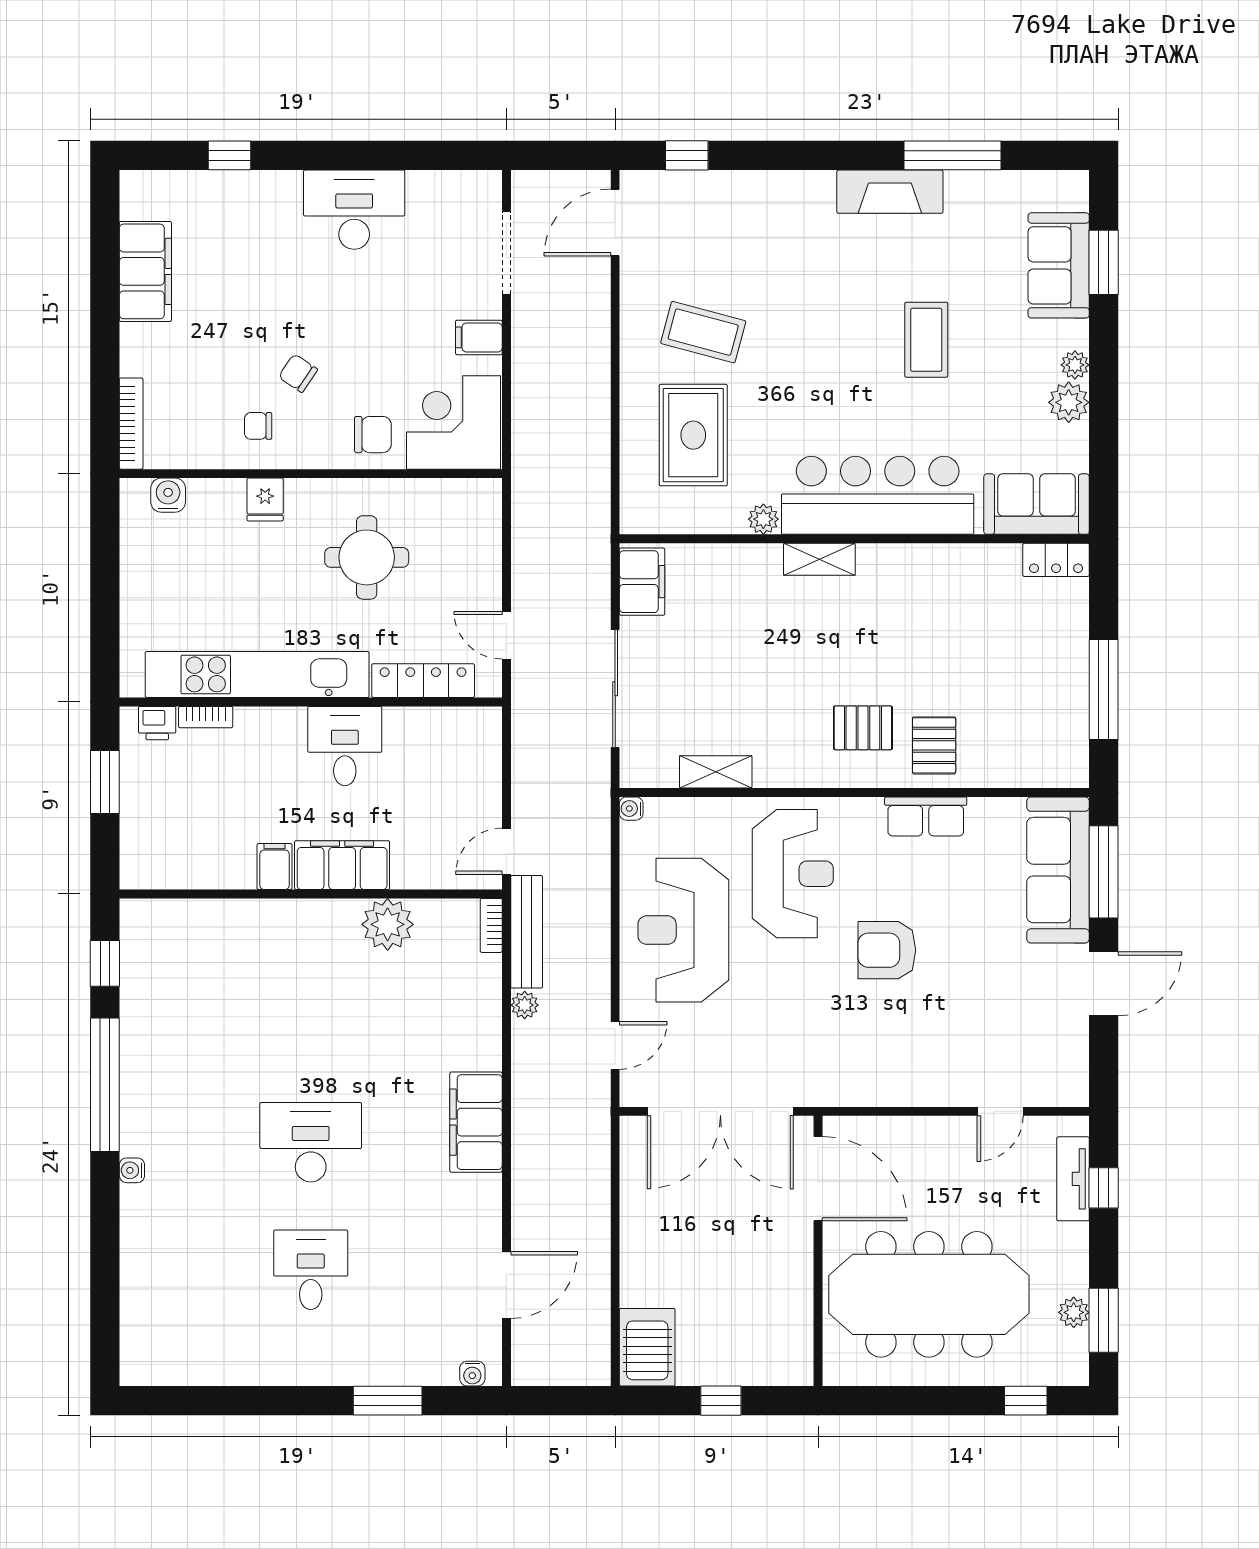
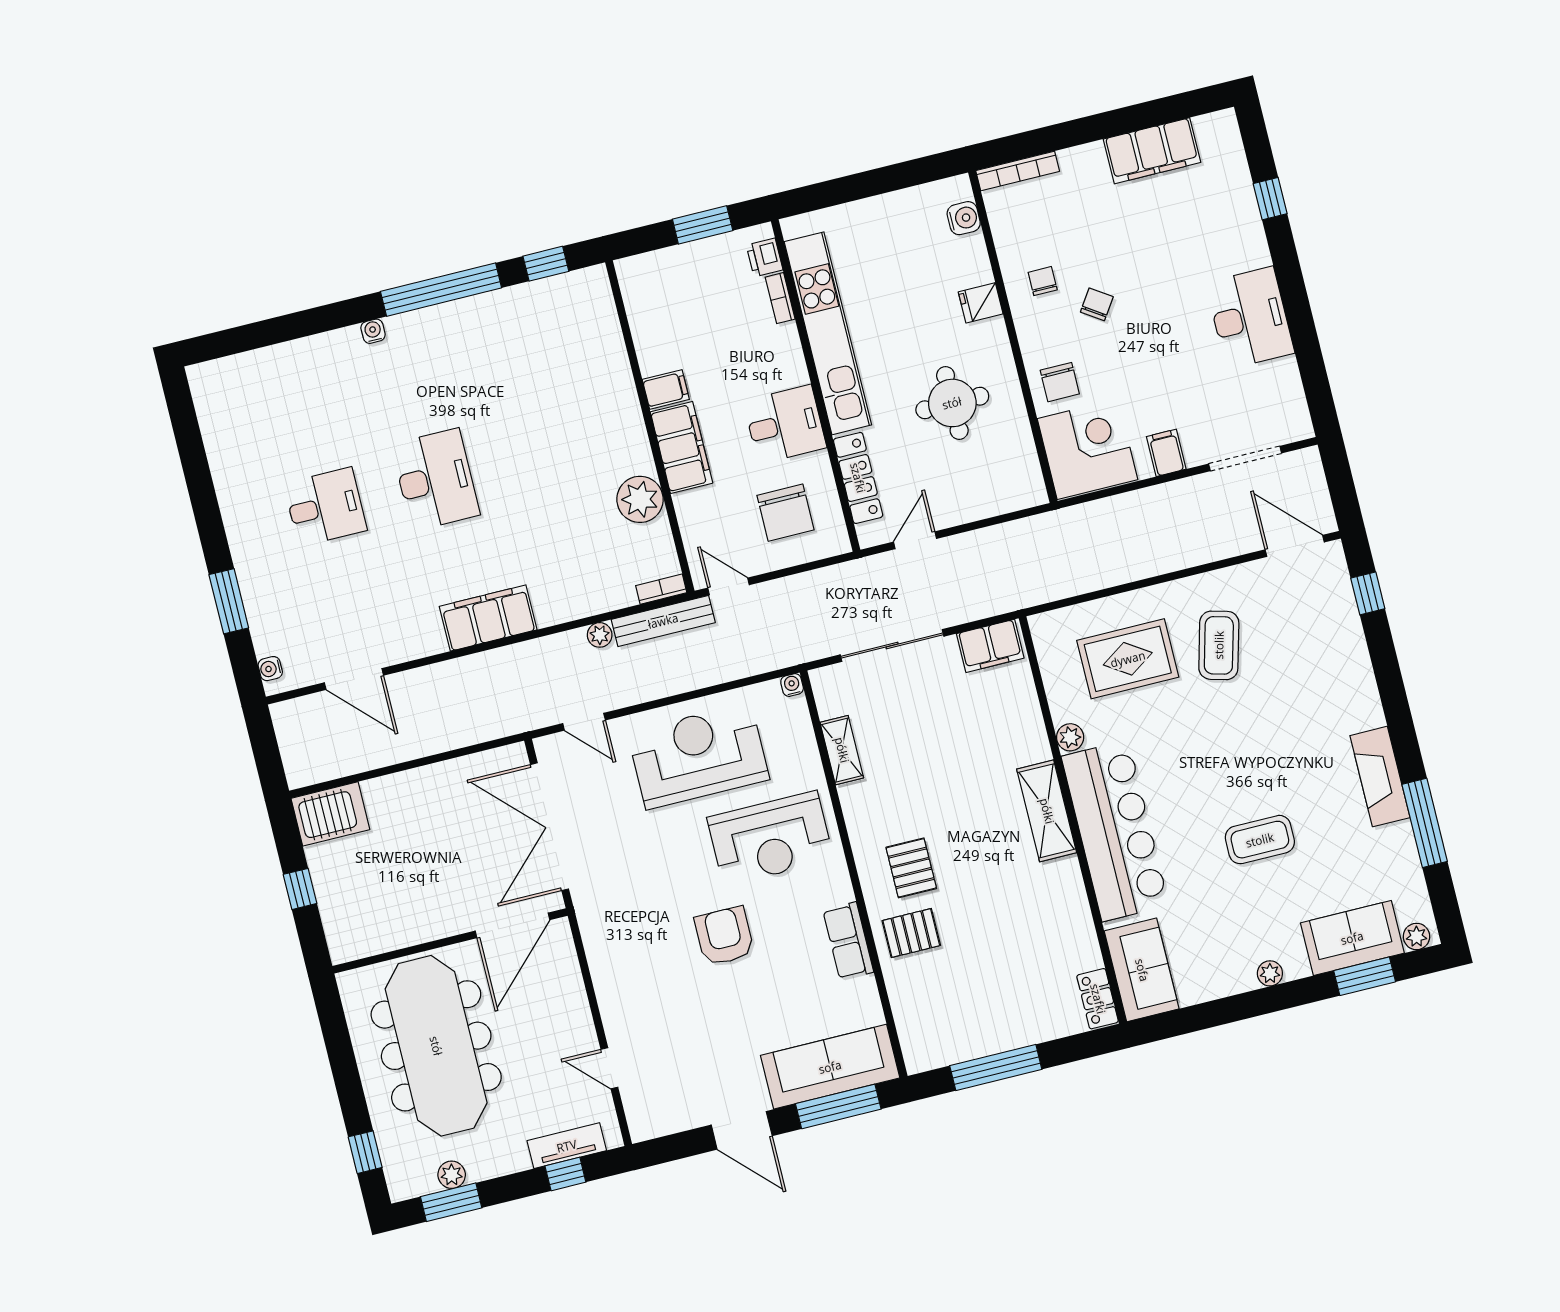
plant: (1069, 402) -> (1416, 936), moved, width x0.73, depth x0.73
shelving: (819, 559) -> (1047, 811), width x1.50, depth x1.33
chair: (441, 769) -> (785, 513), added

